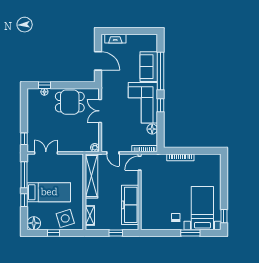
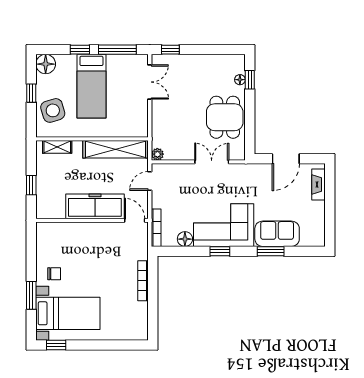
window: (160, 71) -> (271, 251), width x0.47
freezer: (130, 205) -> (95, 206), moved

